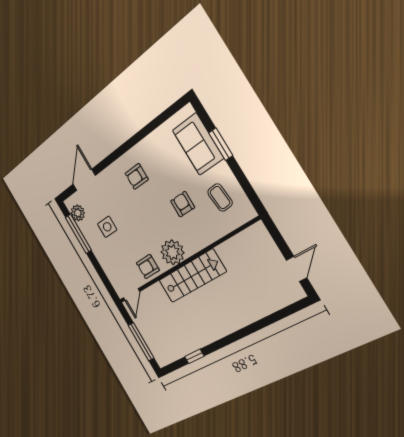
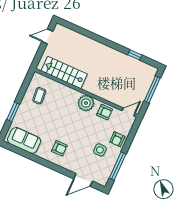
sofa: (198, 144) -> (24, 140), moved, turned -90
armchair: (183, 204) -> (117, 139), moved
plant: (78, 213) -> (105, 173), removed
stairs: (192, 276) -> (64, 72), moved

